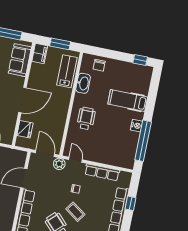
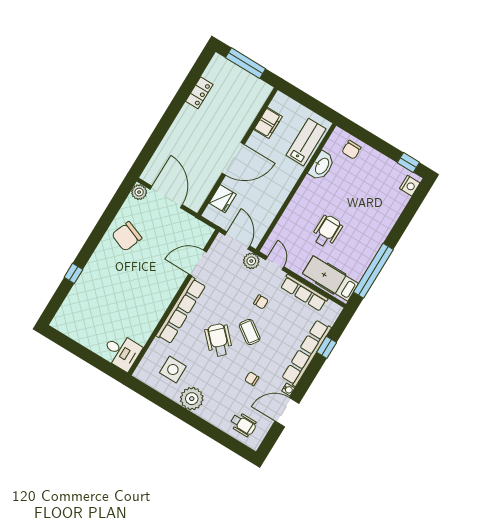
window: (60, 44) -> (310, 103), removed
filing cabinet: (40, 54) -> (268, 123), moved
sofa: (20, 60) -> (249, 105), removed
hospital bed: (128, 100) -> (331, 279), moved
wheelchair: (86, 118) -> (327, 231), moved
nightstand: (137, 126) -> (410, 186), moved

